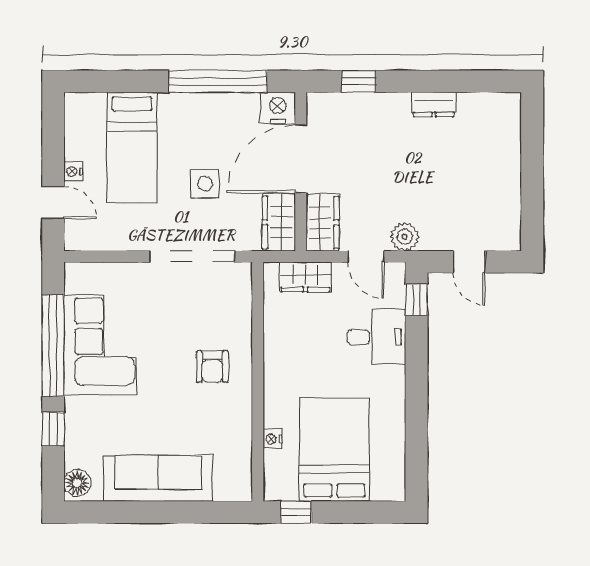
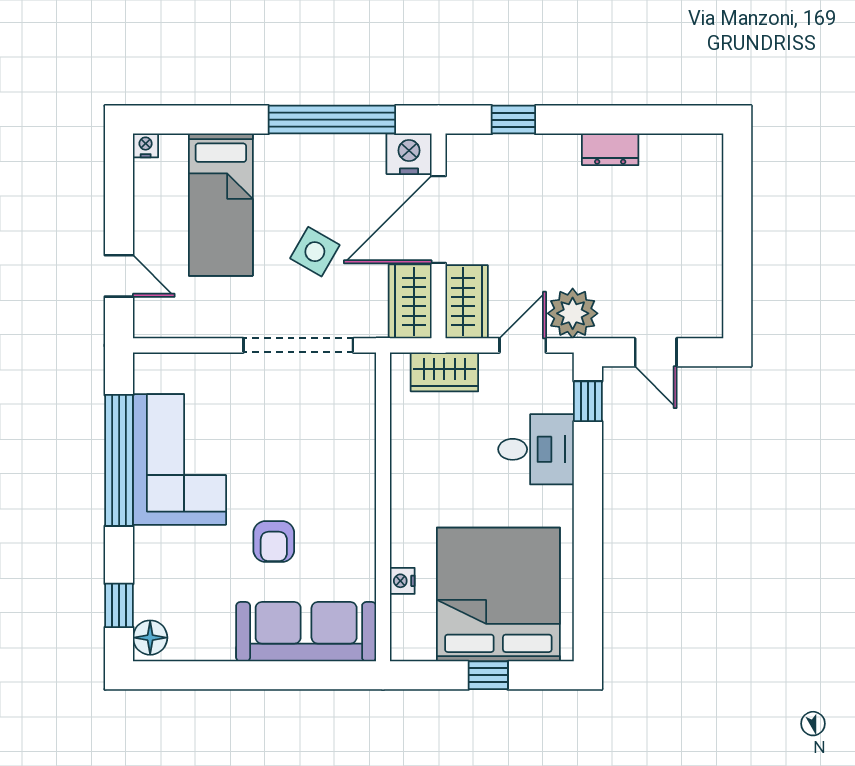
nightstand: (73, 172) -> (146, 145), moved, turned 90
side table: (205, 184) -> (315, 252), turned 30
plant: (405, 237) -> (573, 313), width x1.36, depth x1.36
door: (366, 256) -> (523, 345), swing flipped
armchair: (212, 367) -> (274, 541), moved
window: (53, 429) -> (119, 605), moved
bed: (334, 449) -> (498, 594), width x1.36
sofa: (158, 478) -> (306, 632), moved
window: (296, 512) -> (488, 675), moved

